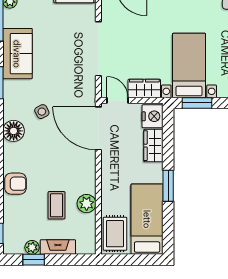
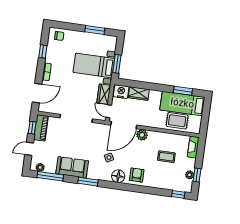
door: (117, 100) -> (109, 111), hinge flipped
armchair: (15, 184) -> (137, 175), moved
window: (168, 186) -> (183, 91), moved
plant: (87, 204) -> (142, 135), moved
rug: (115, 234) -> (177, 121), moved
fireplace: (58, 247) -> (193, 147), moved

